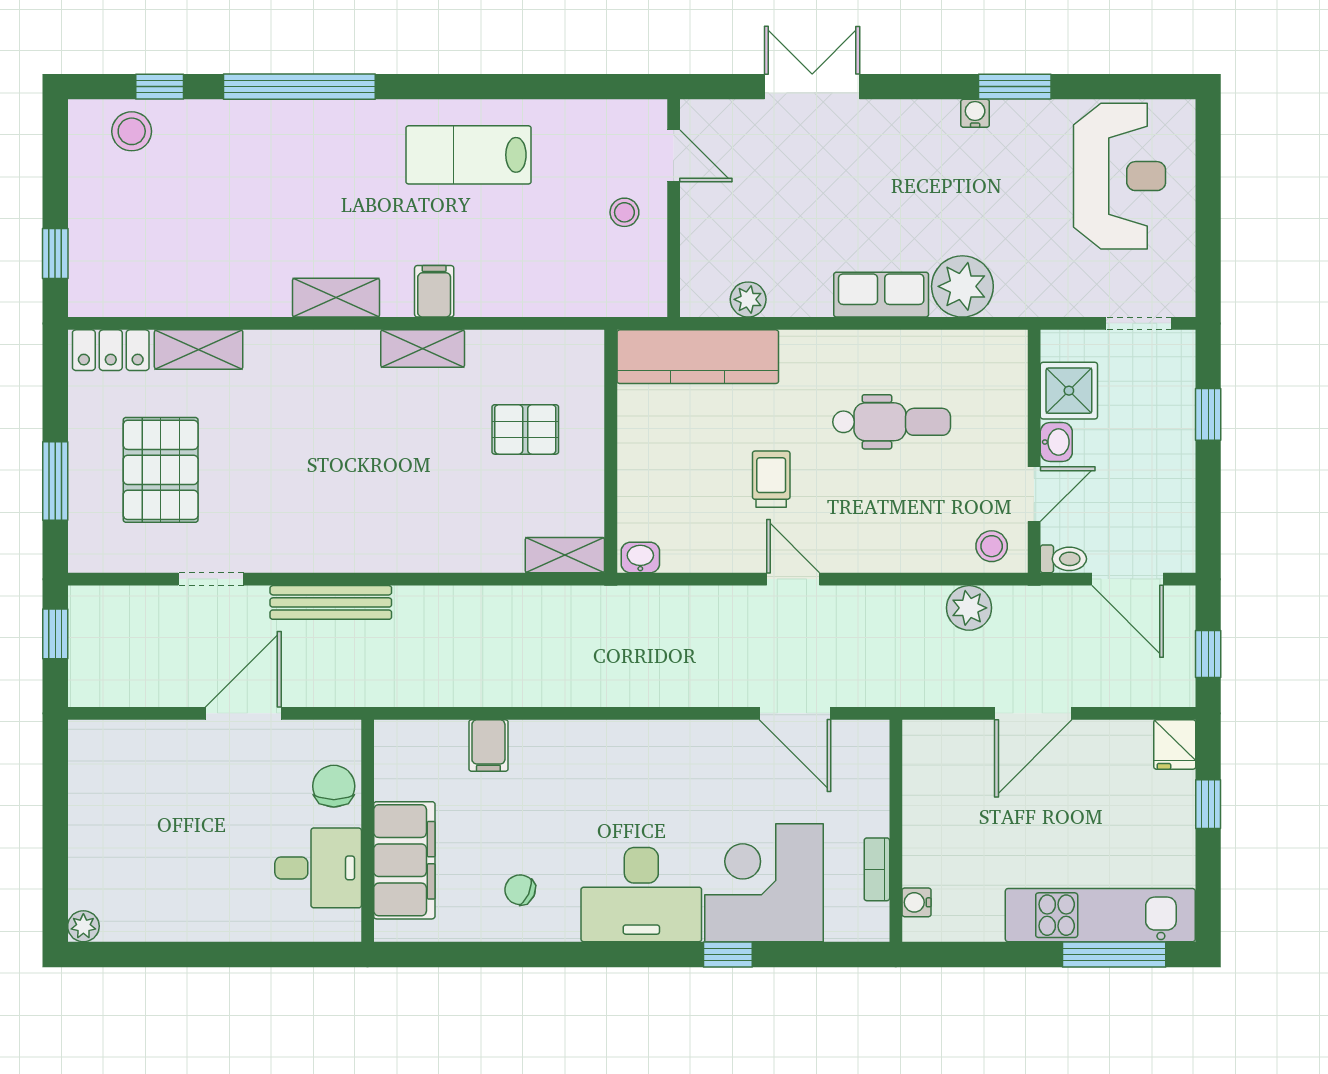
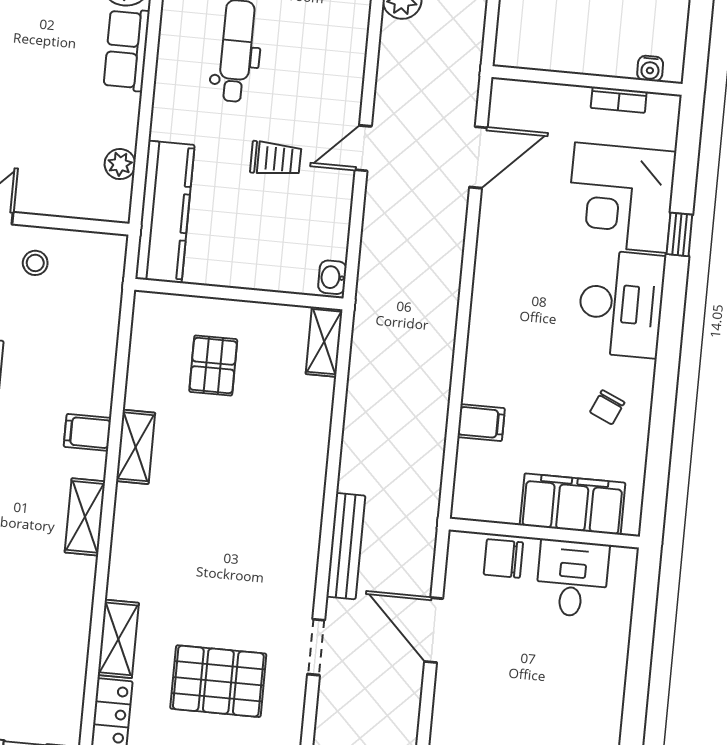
trolley: (771, 479) -> (276, 159), turned 180

